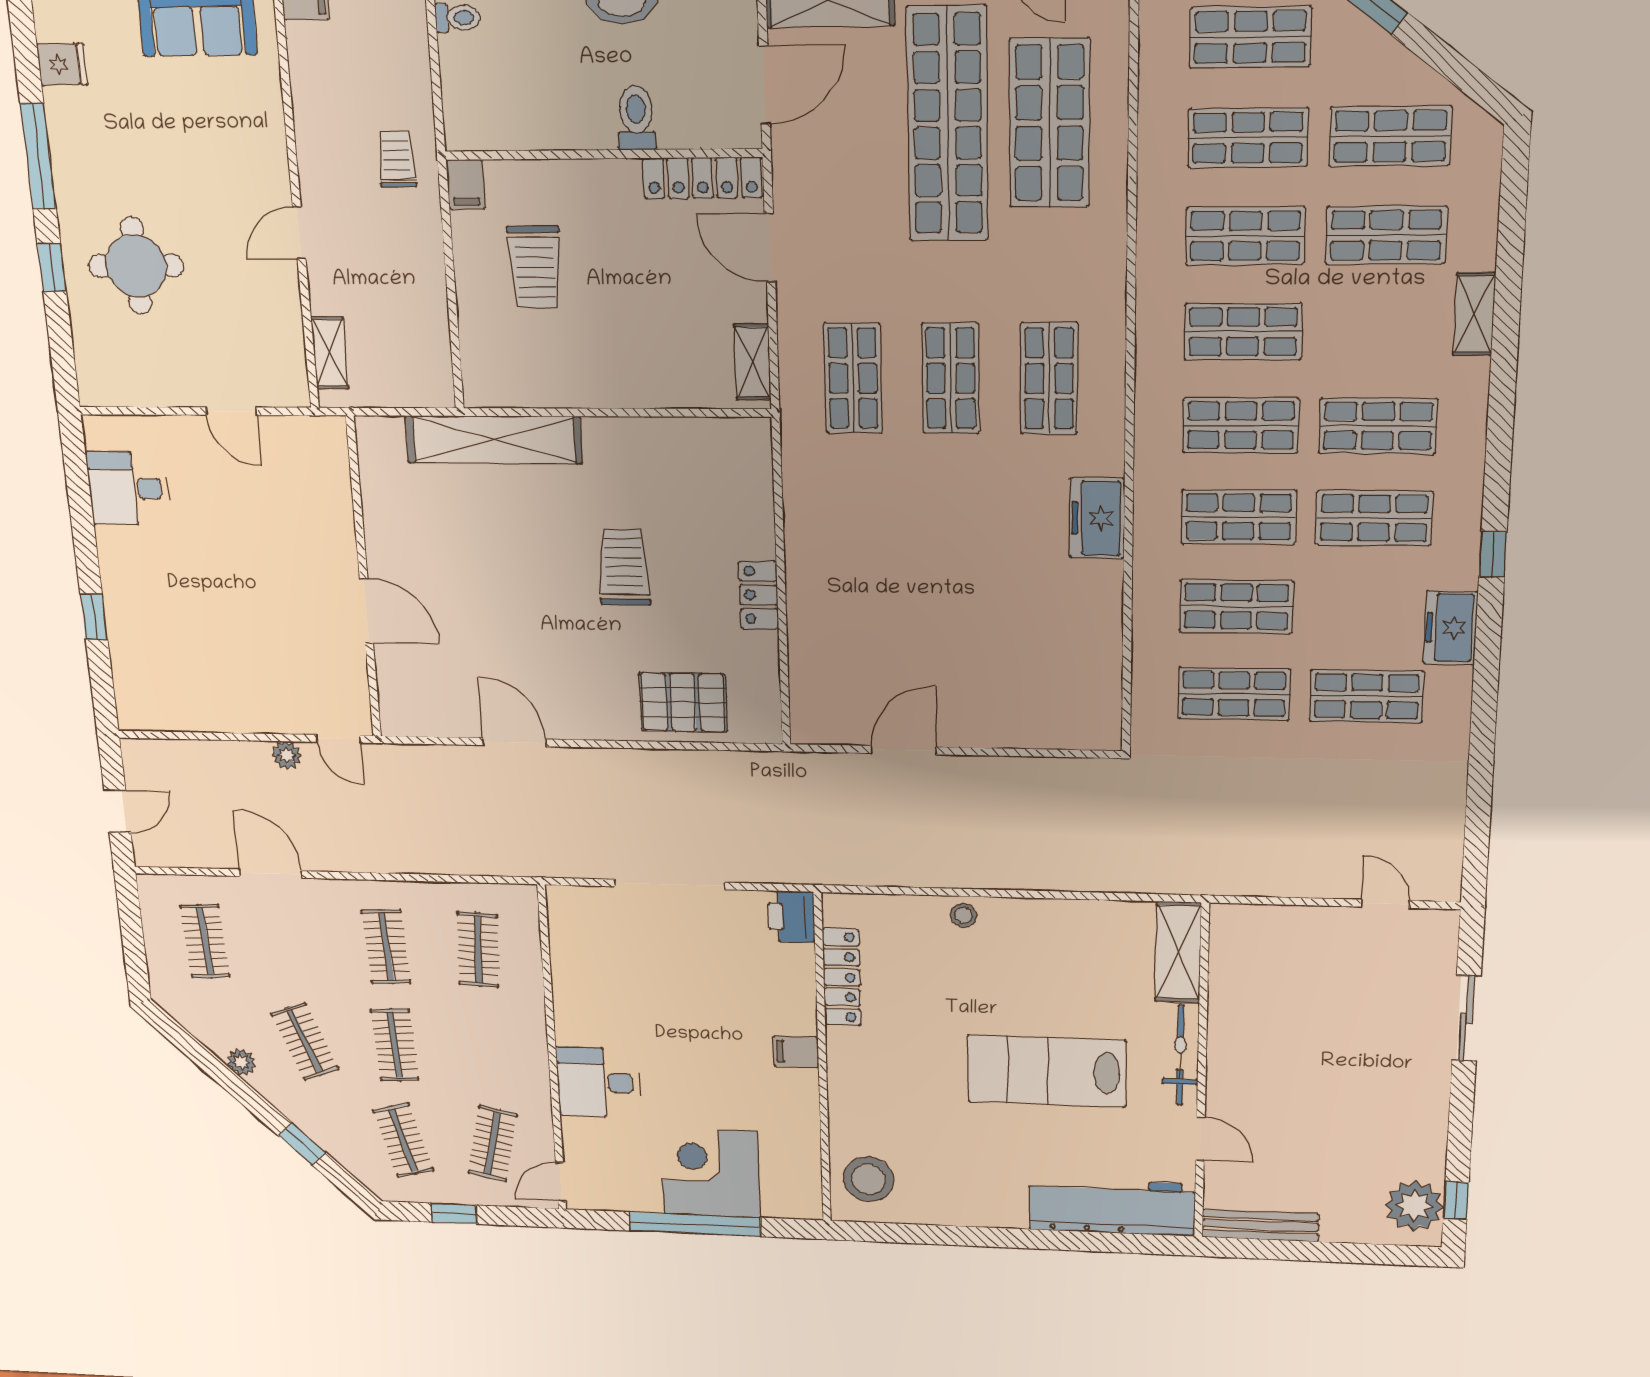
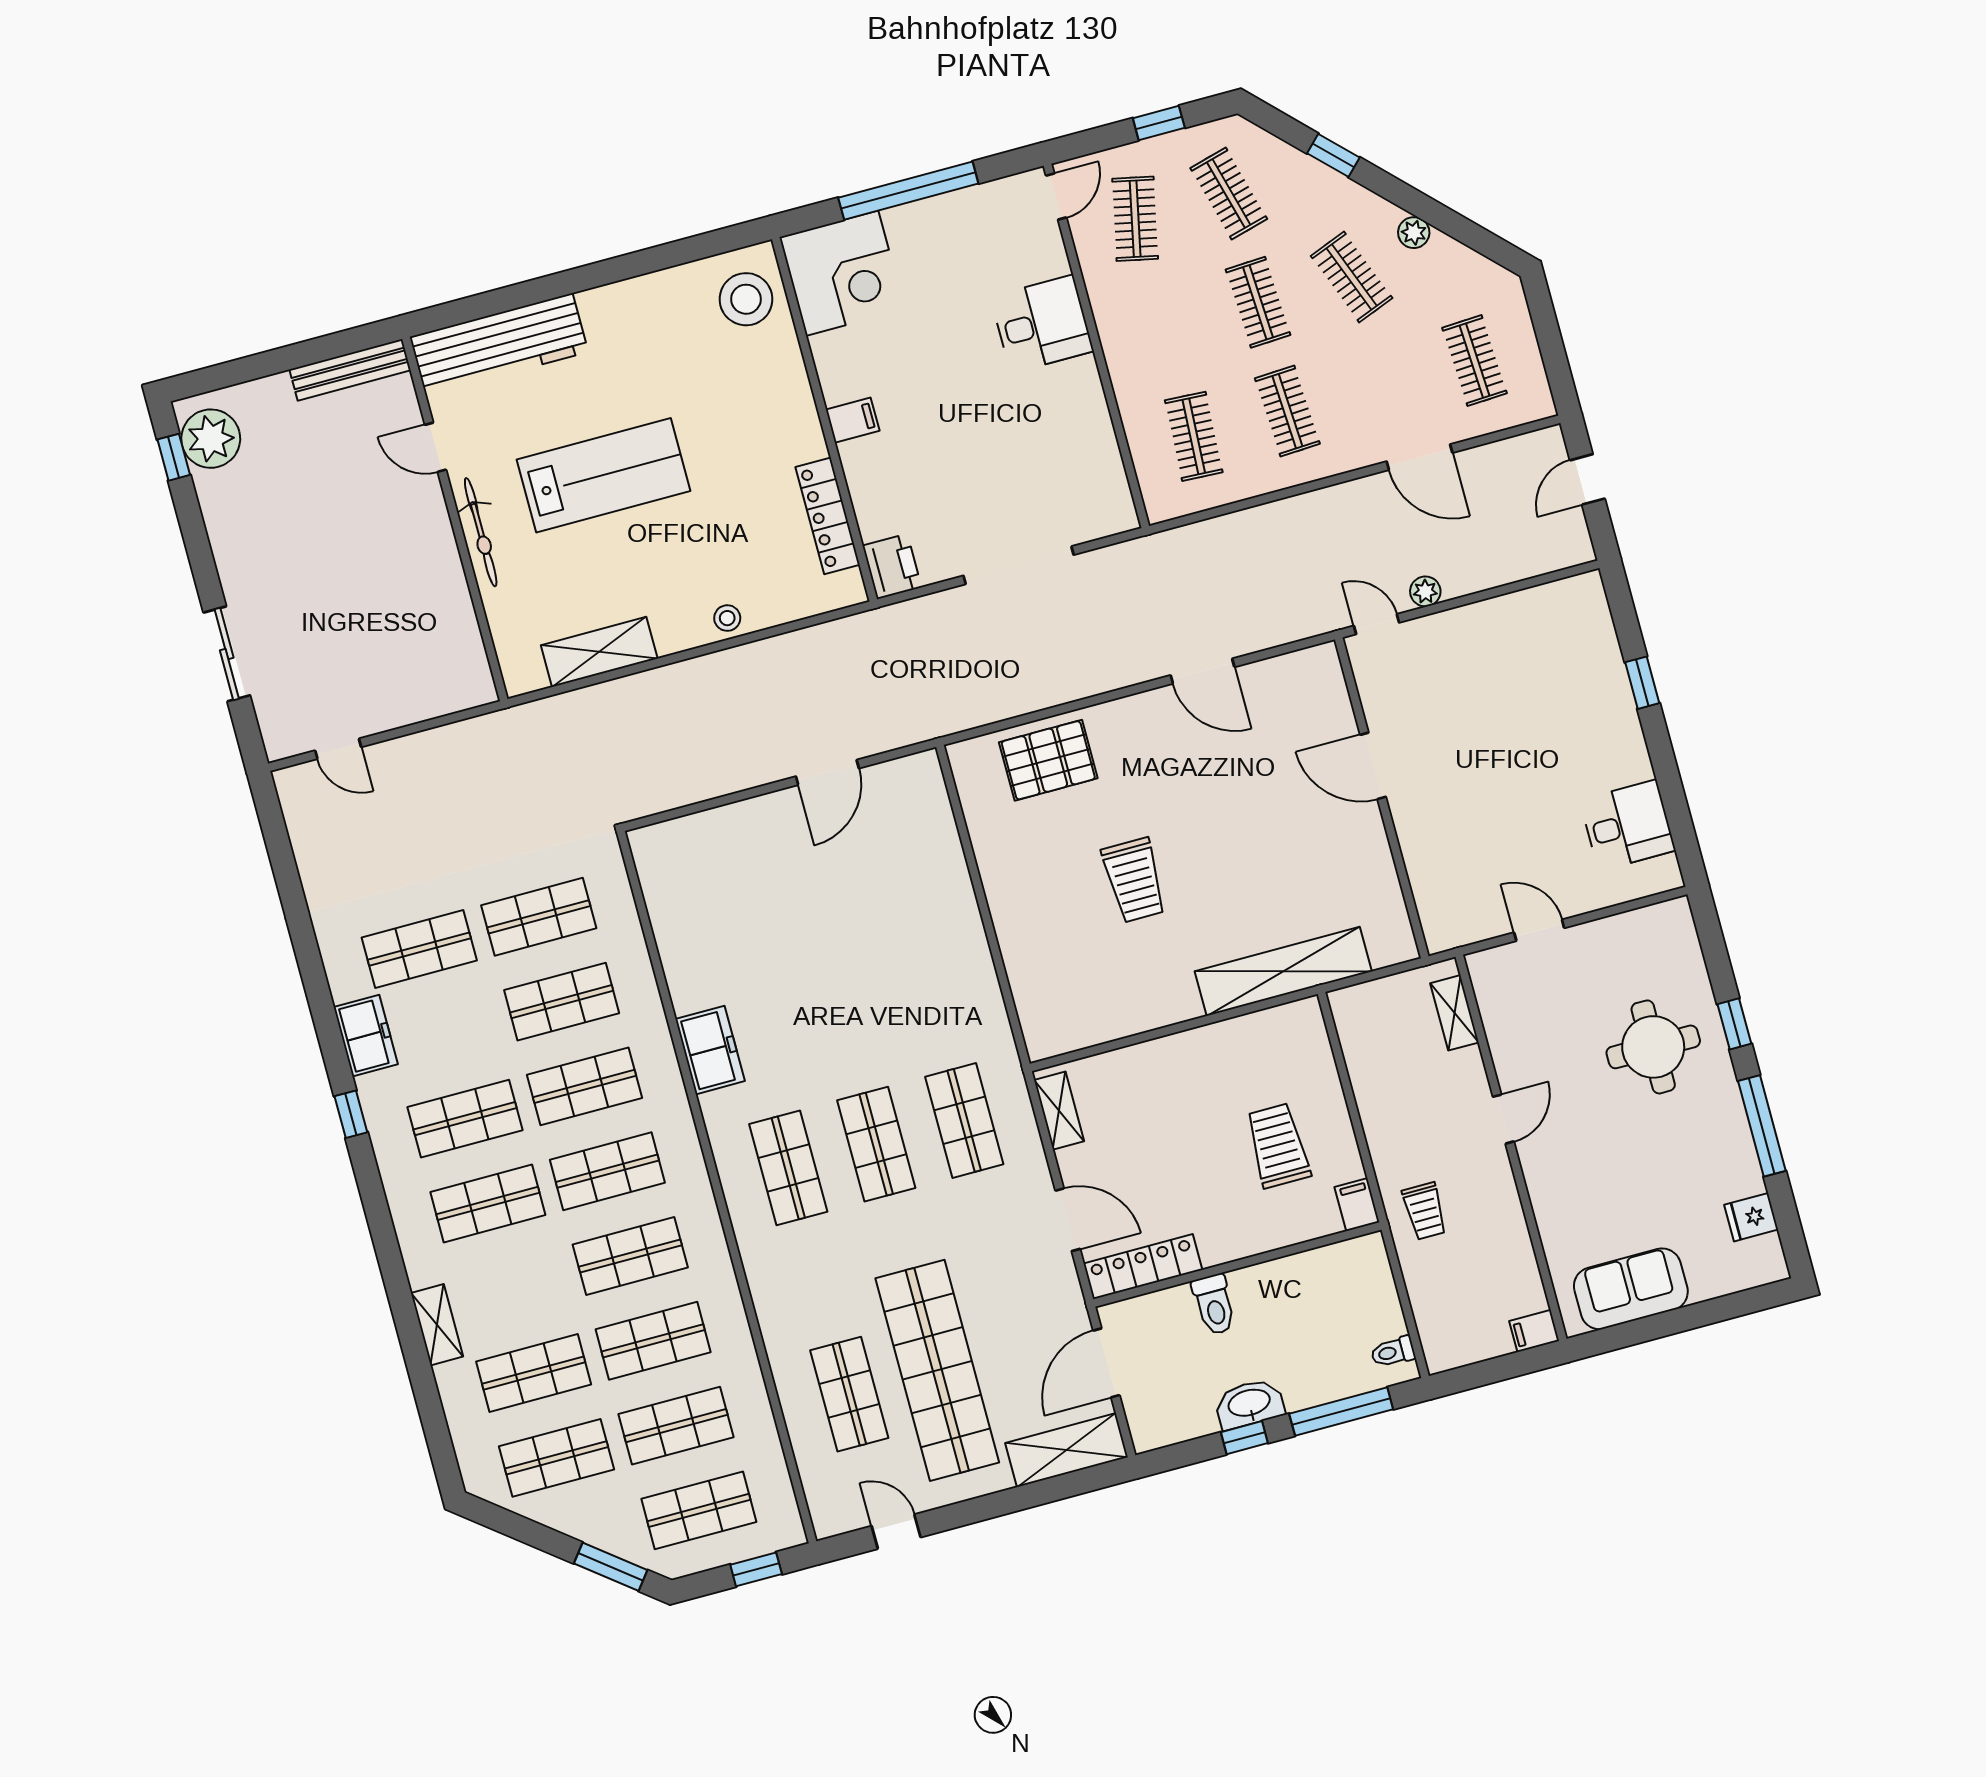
shop shelf: (1049, 123) -> (849, 1394), width x0.70, depth x0.74
locker: (759, 595) -> (1001, 889), removed
shelving: (1178, 952) -> (599, 652), moved, turned 90
corner desk: (710, 1173) -> (842, 273), moved

